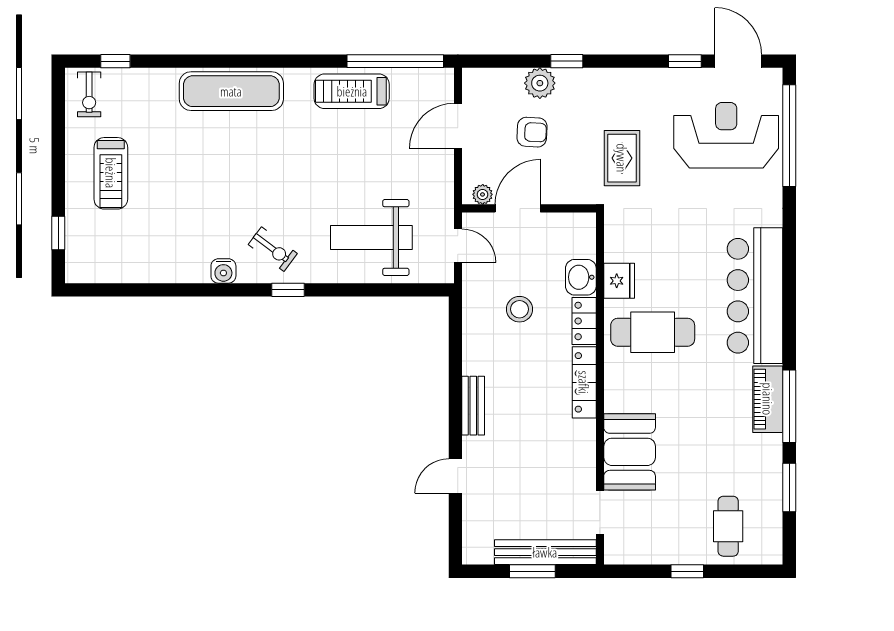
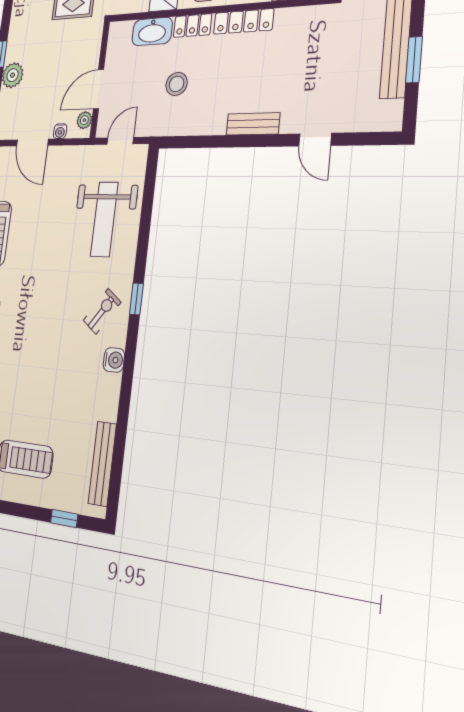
armchair: (532, 132) -> (45, 80), removed
water cooler: (471, 163) -> (60, 131), added
door: (518, 208) -> (98, 89), hinge flipped
bench: (118, 272) -> (102, 464), added
washbasin: (581, 277) -> (152, 31), width x1.38

